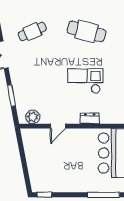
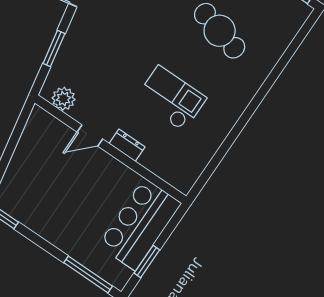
dresser: (90, 118) -> (127, 145), moved

